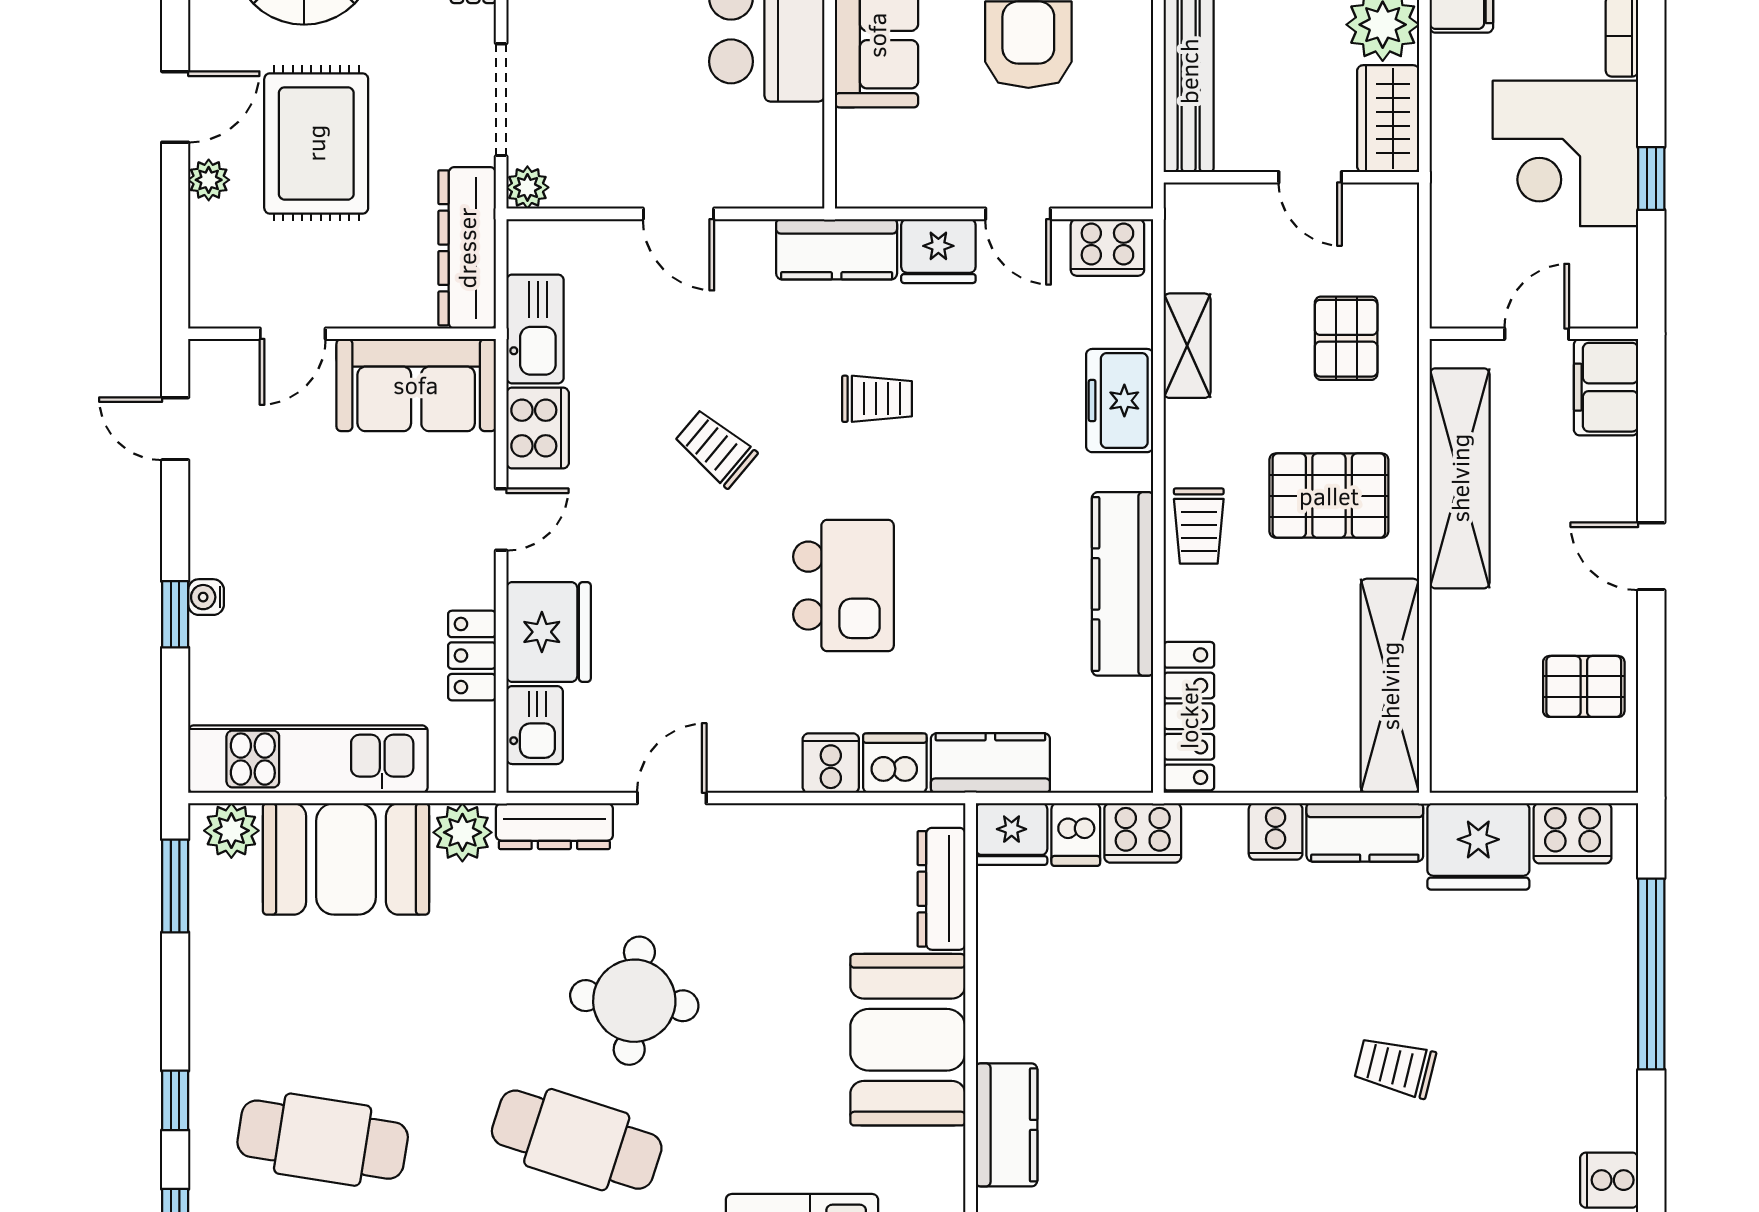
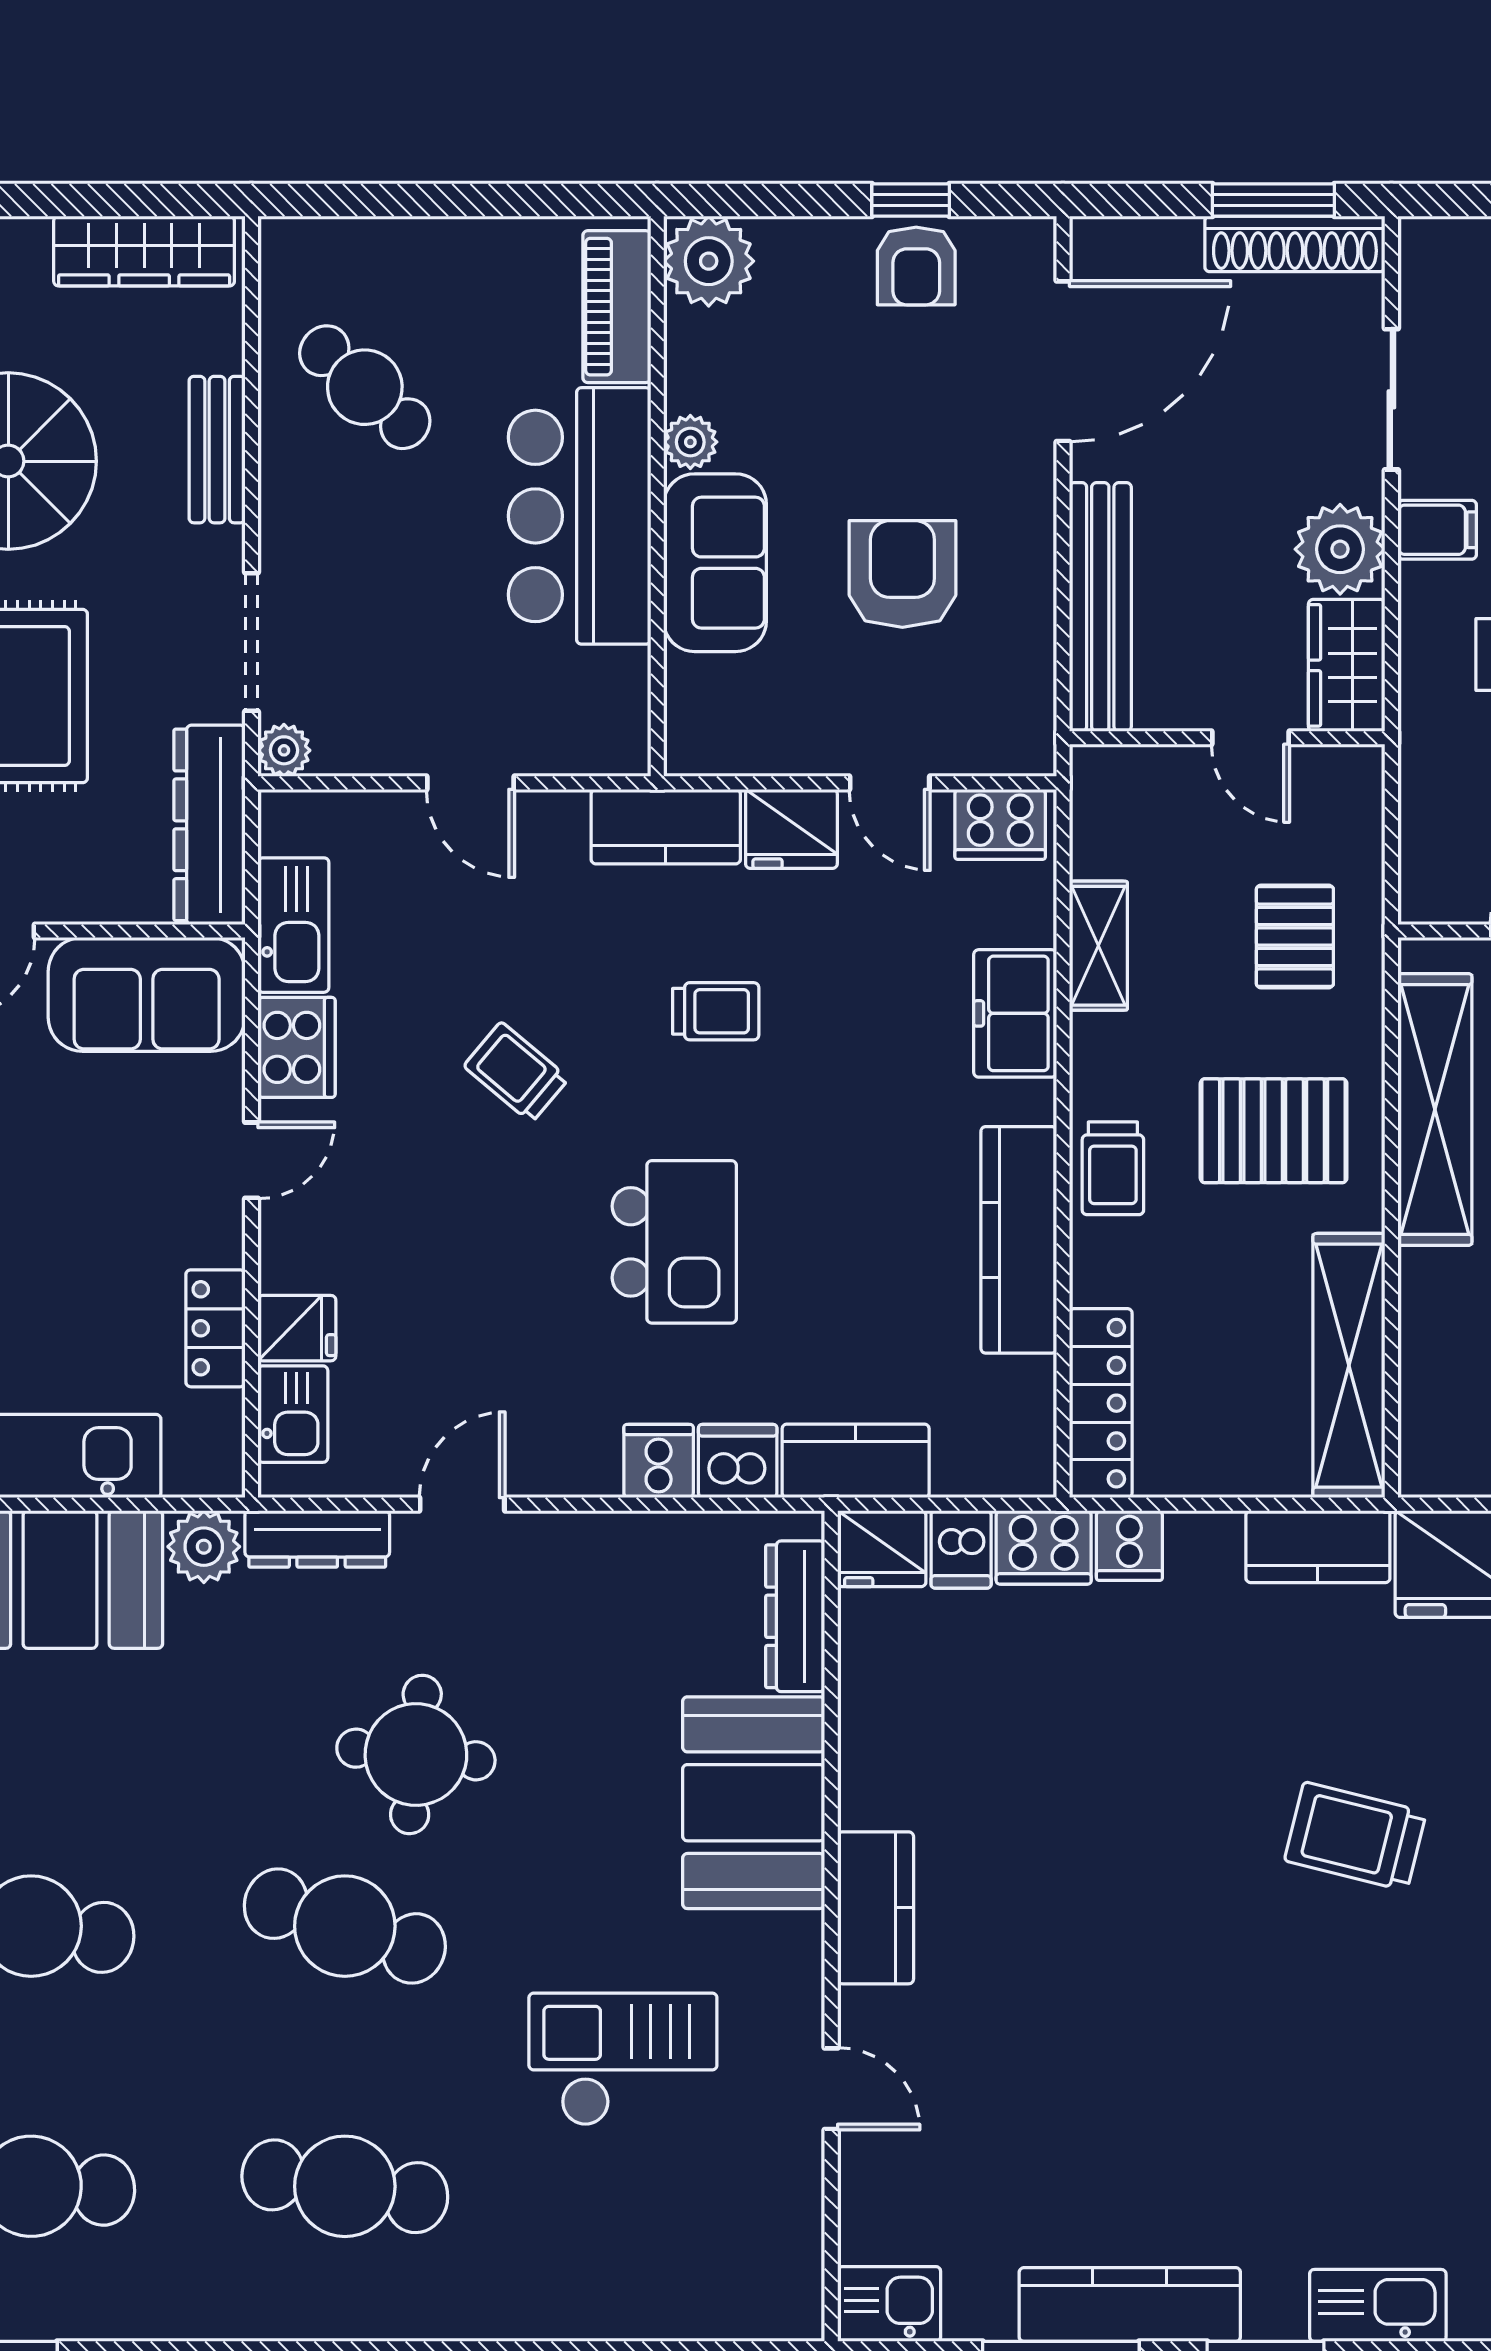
fridge: (549, 632) -> (297, 1328), width x0.53, depth x0.75
cooker: (1276, 831) -> (1129, 1546), moved
trolley: (1395, 1067) -> (1355, 1836), width x1.36, depth x1.39

